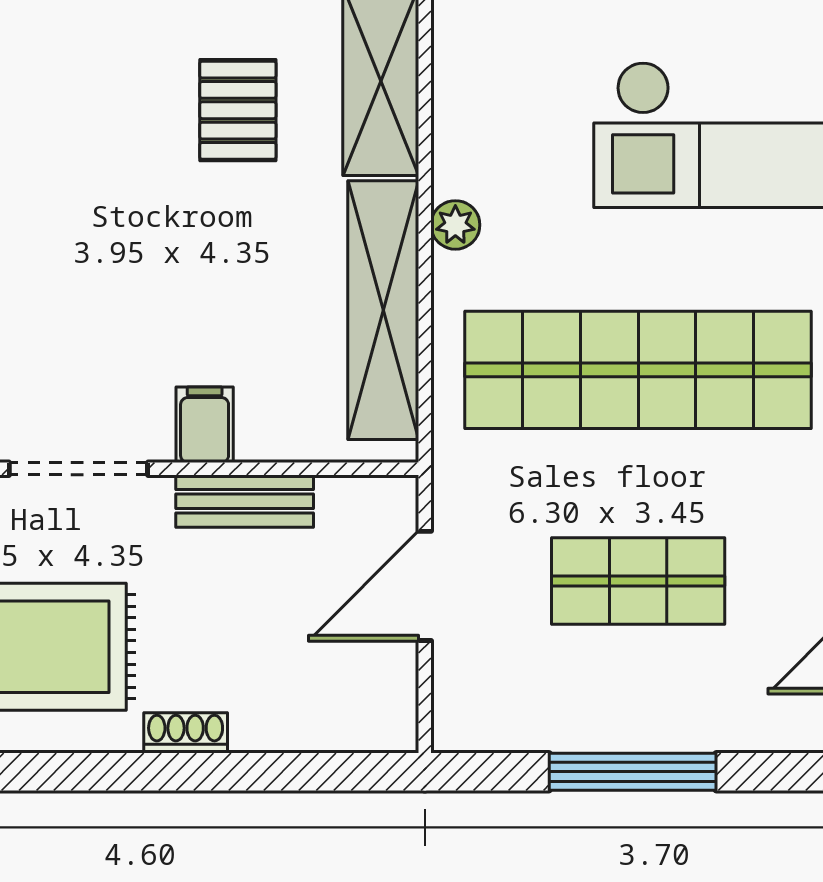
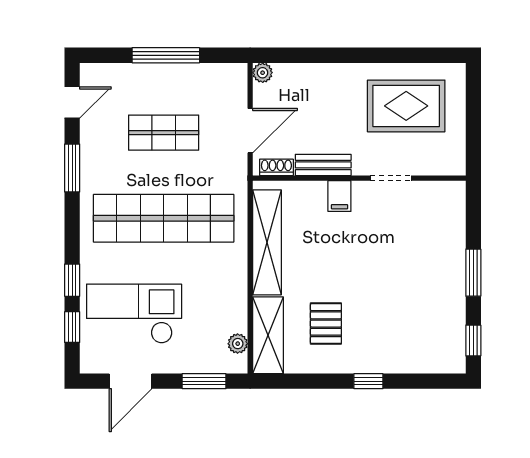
plant: (455, 225) -> (238, 344), moved
doorway: (78, 469) -> (391, 178), width x0.73
plant: (394, 729) -> (263, 73), added
shoe rack: (186, 733) -> (276, 167), moved, turned 180

